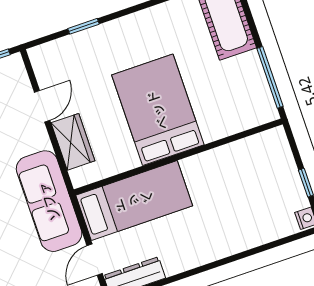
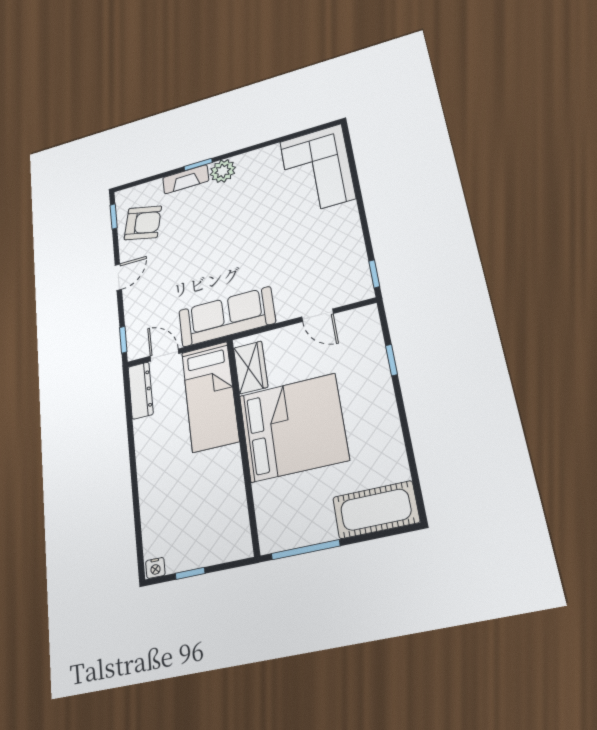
bed: (158, 110) -> (293, 427), width x1.36
wardrobe: (73, 142) -> (251, 367), moved, turned -90

